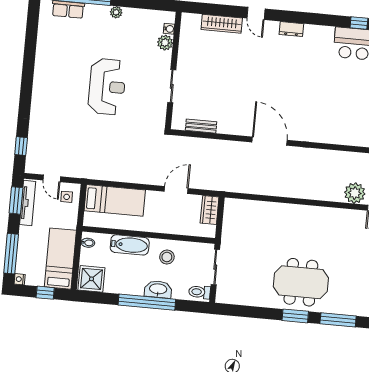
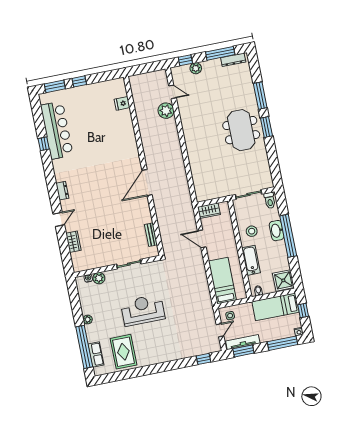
wardrobe: (222, 24) -> (73, 242), width x0.67
rug: (61, 46) -> (123, 352), added

